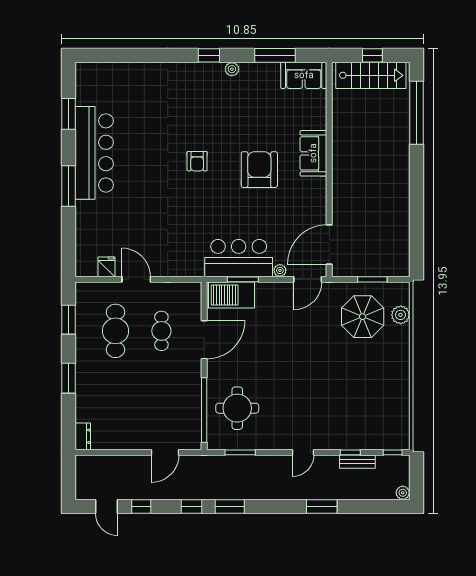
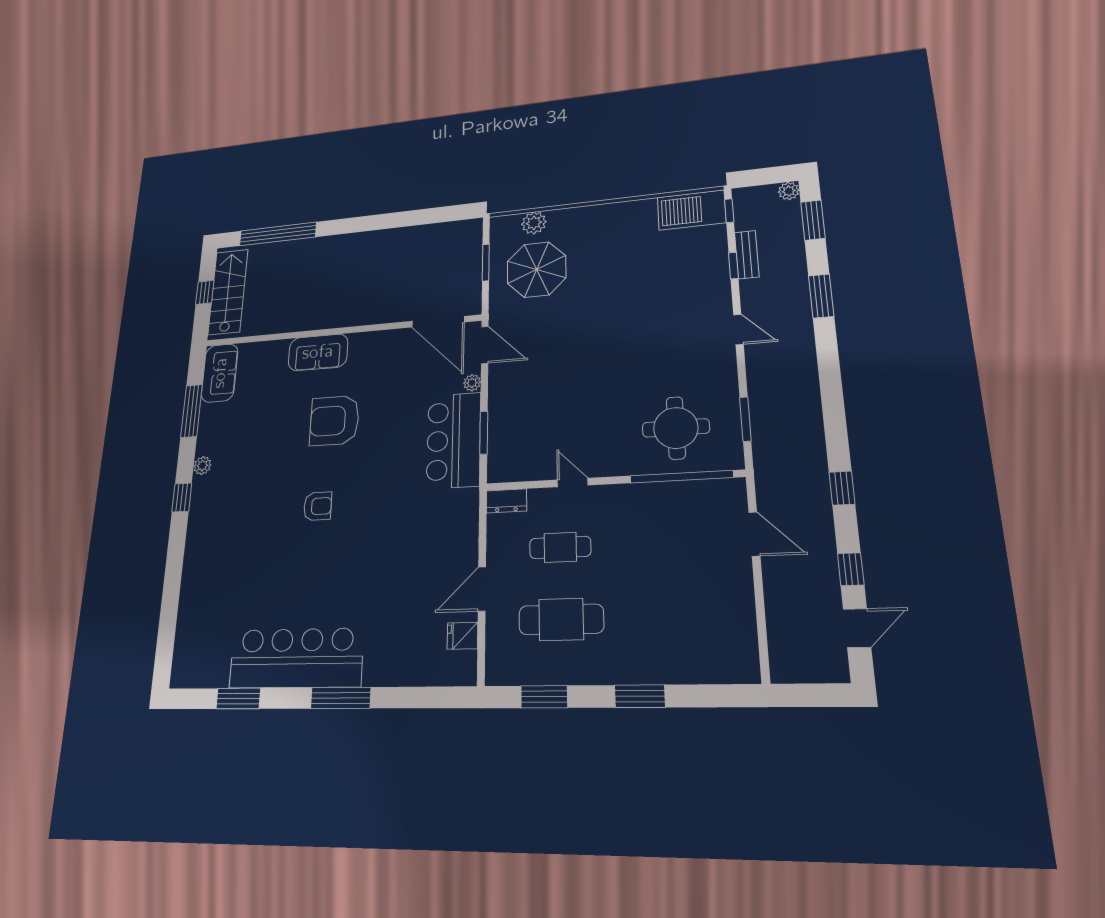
barbecue: (232, 295) -> (691, 210), moved, turned 90
door: (204, 340) -> (573, 483), width x0.53
dresser: (83, 436) -> (506, 501), moved, turned 180
window: (230, 506) -> (813, 220), moved

